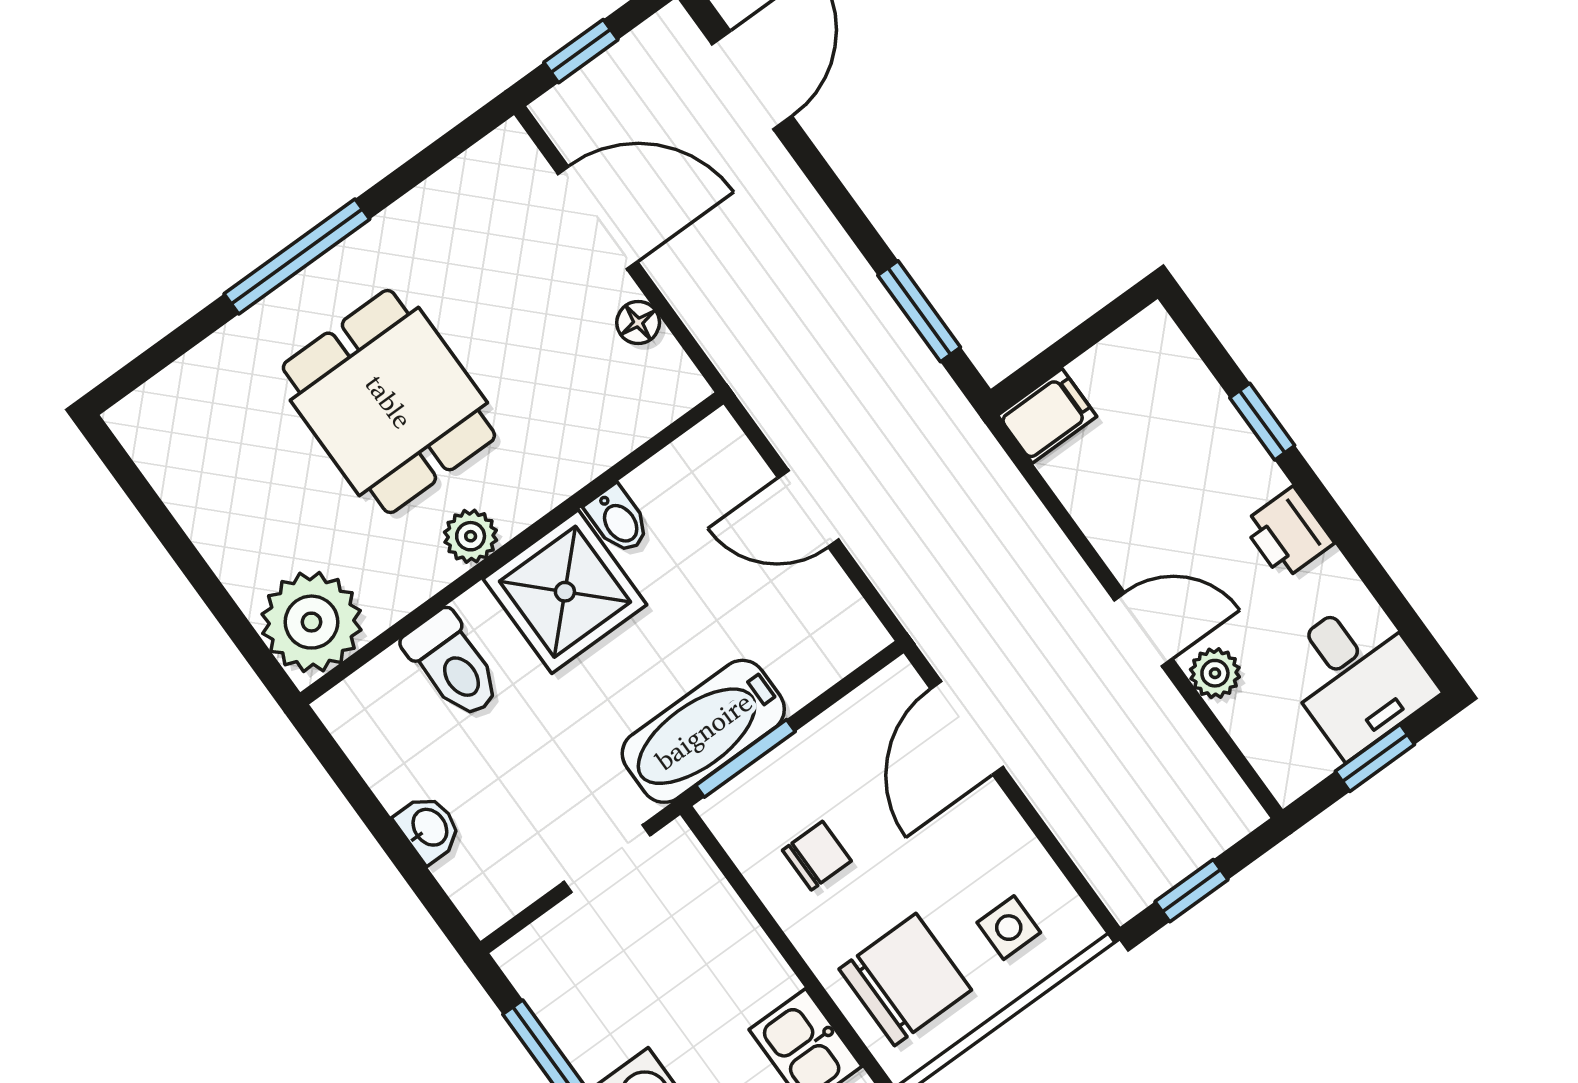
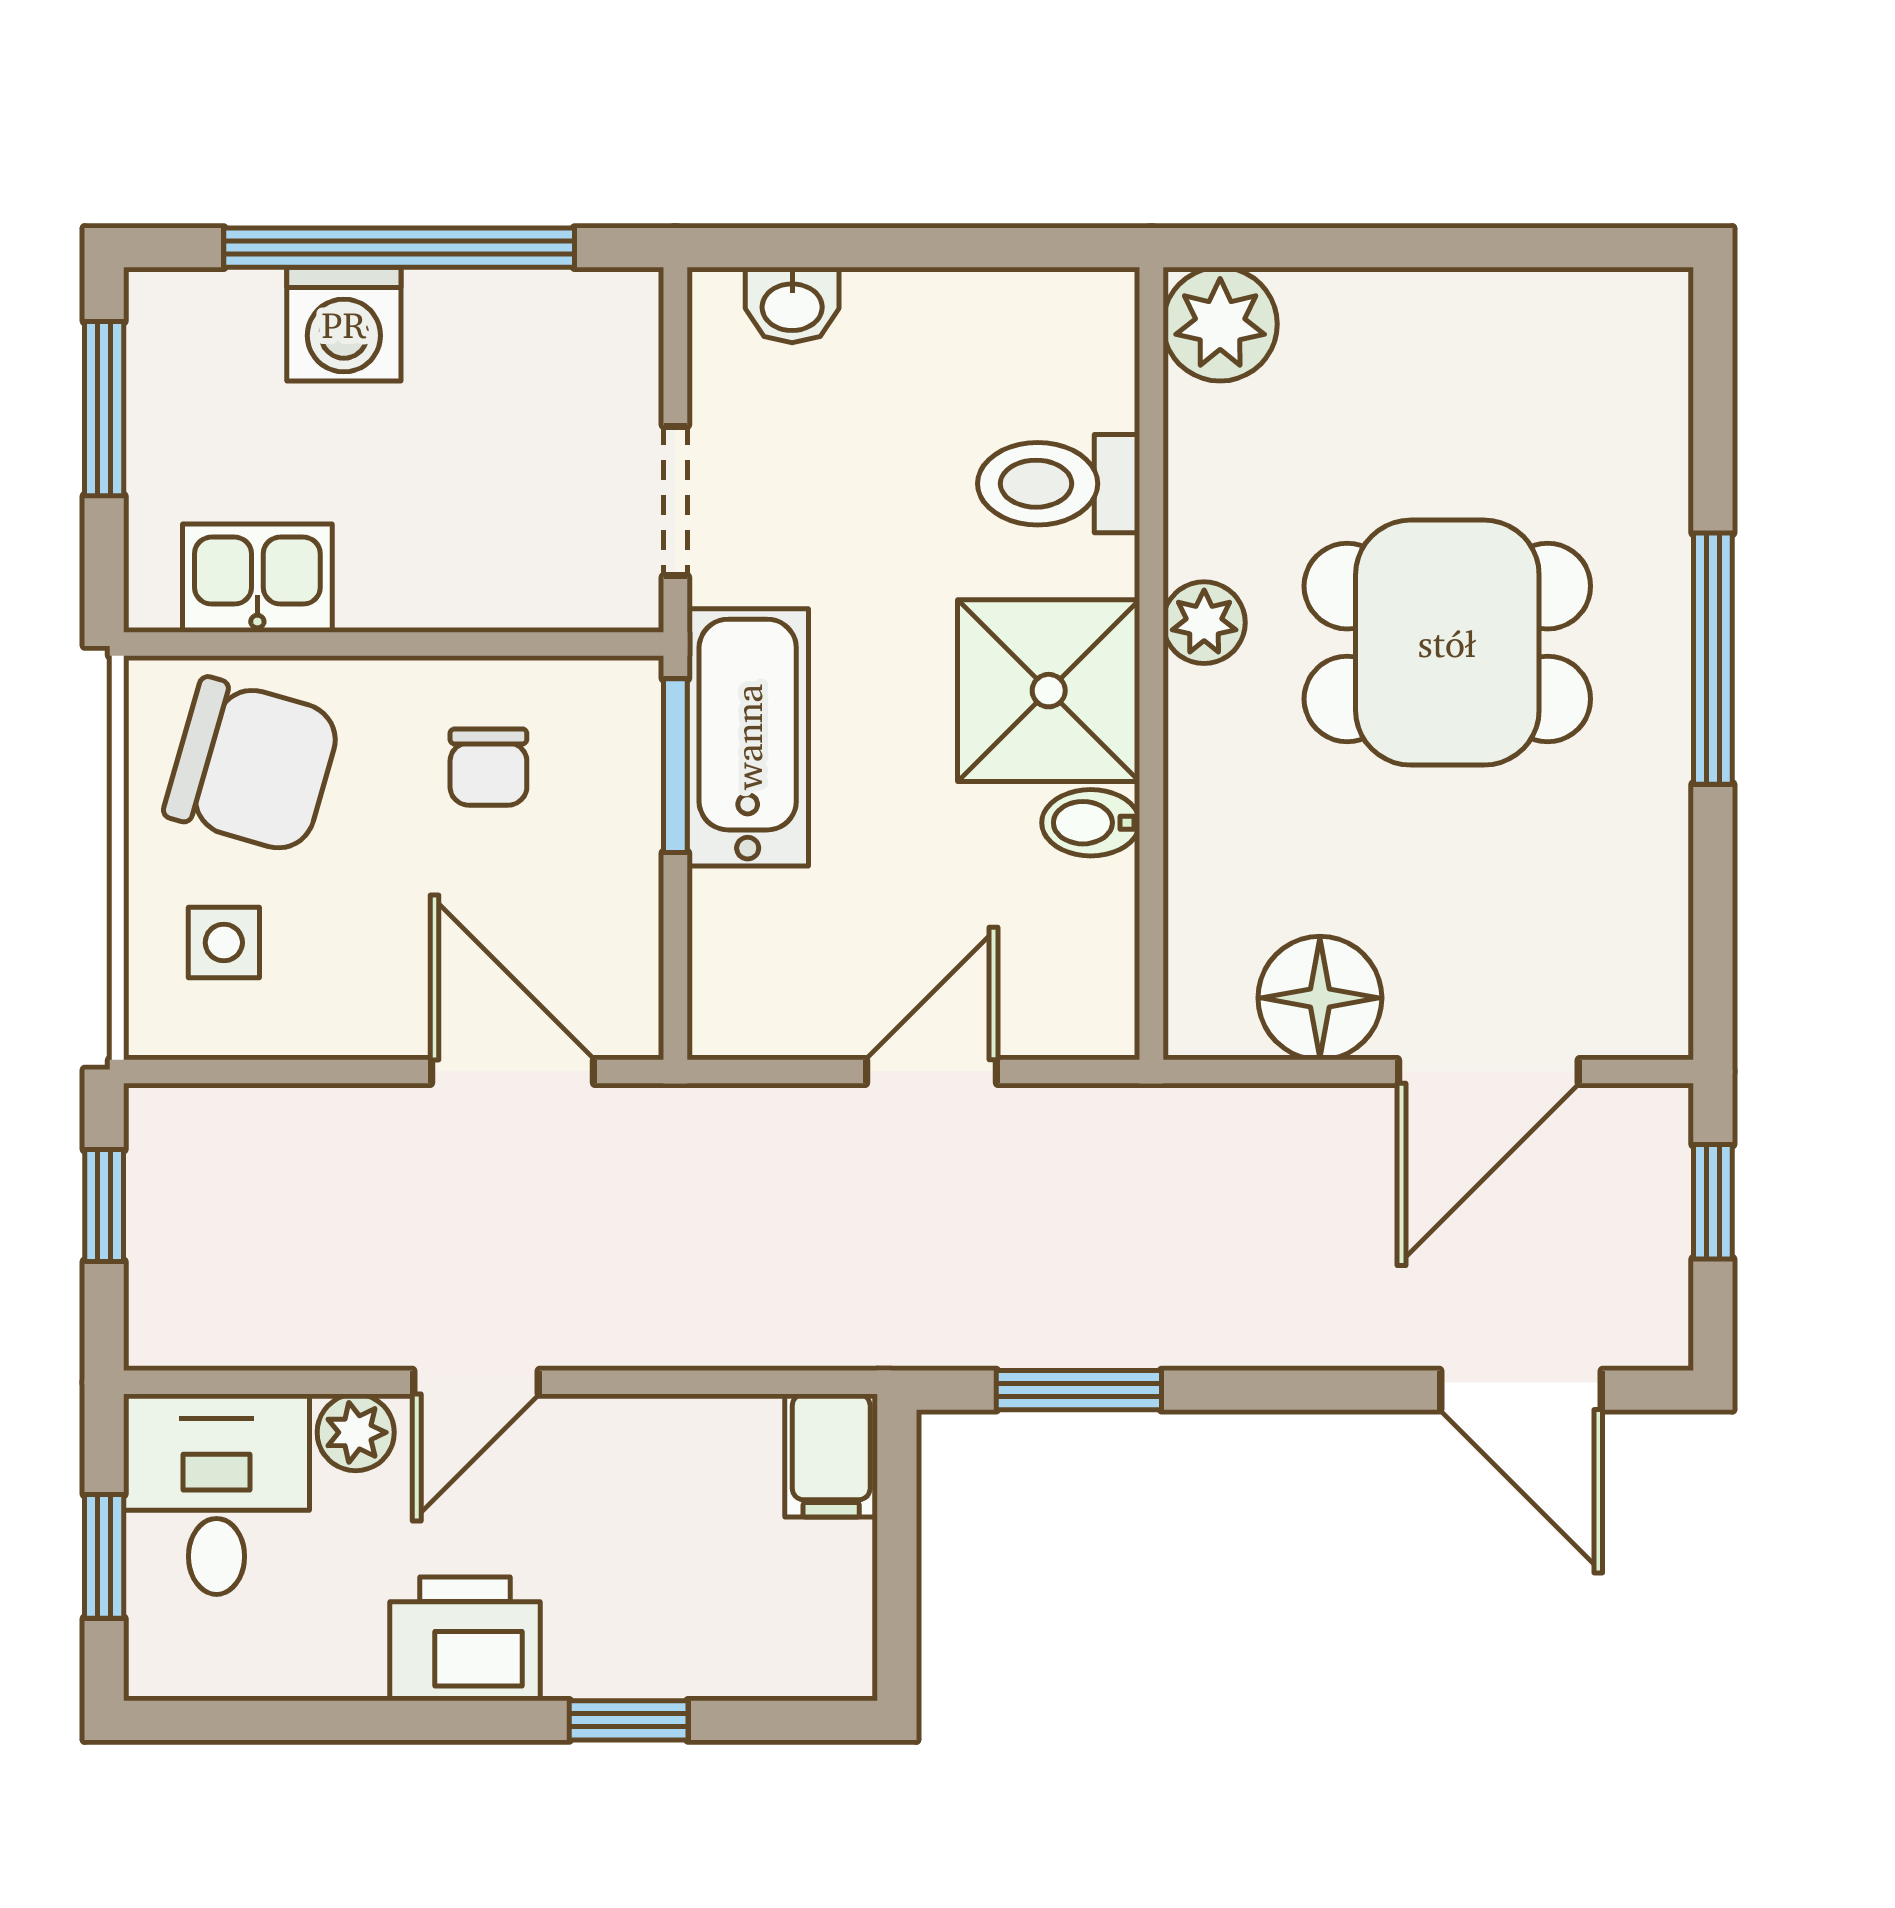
floor lamp: (638, 323) -> (1320, 998), width x1.89, depth x1.89
printer: (1288, 533) -> (465, 1639), width x1.36, depth x1.24
plant: (311, 622) -> (1220, 324), width x0.73, depth x0.73
desk: (1357, 676) -> (217, 1494), moved, turned 90
washbasin: (429, 828) -> (792, 305), moved
chair: (905, 980) -> (253, 765), turned -74

